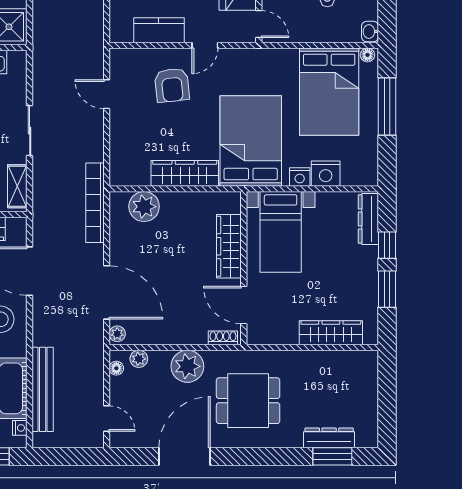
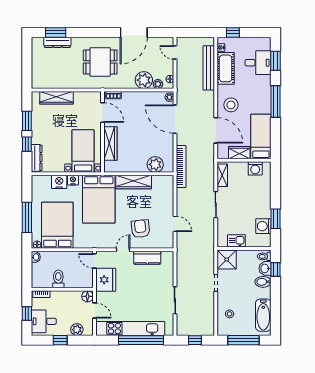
plant: (187, 366) -> (144, 80), moved

